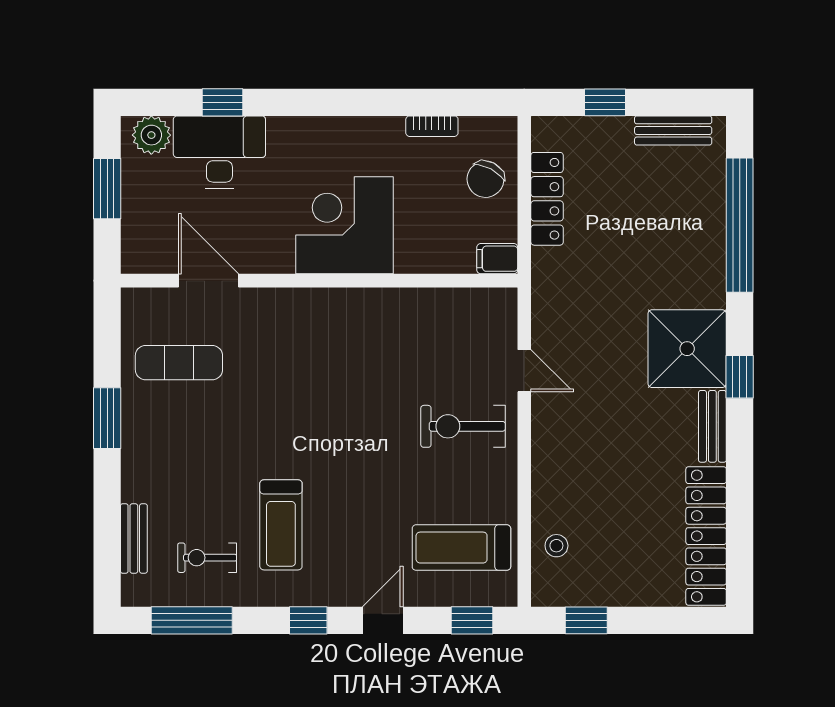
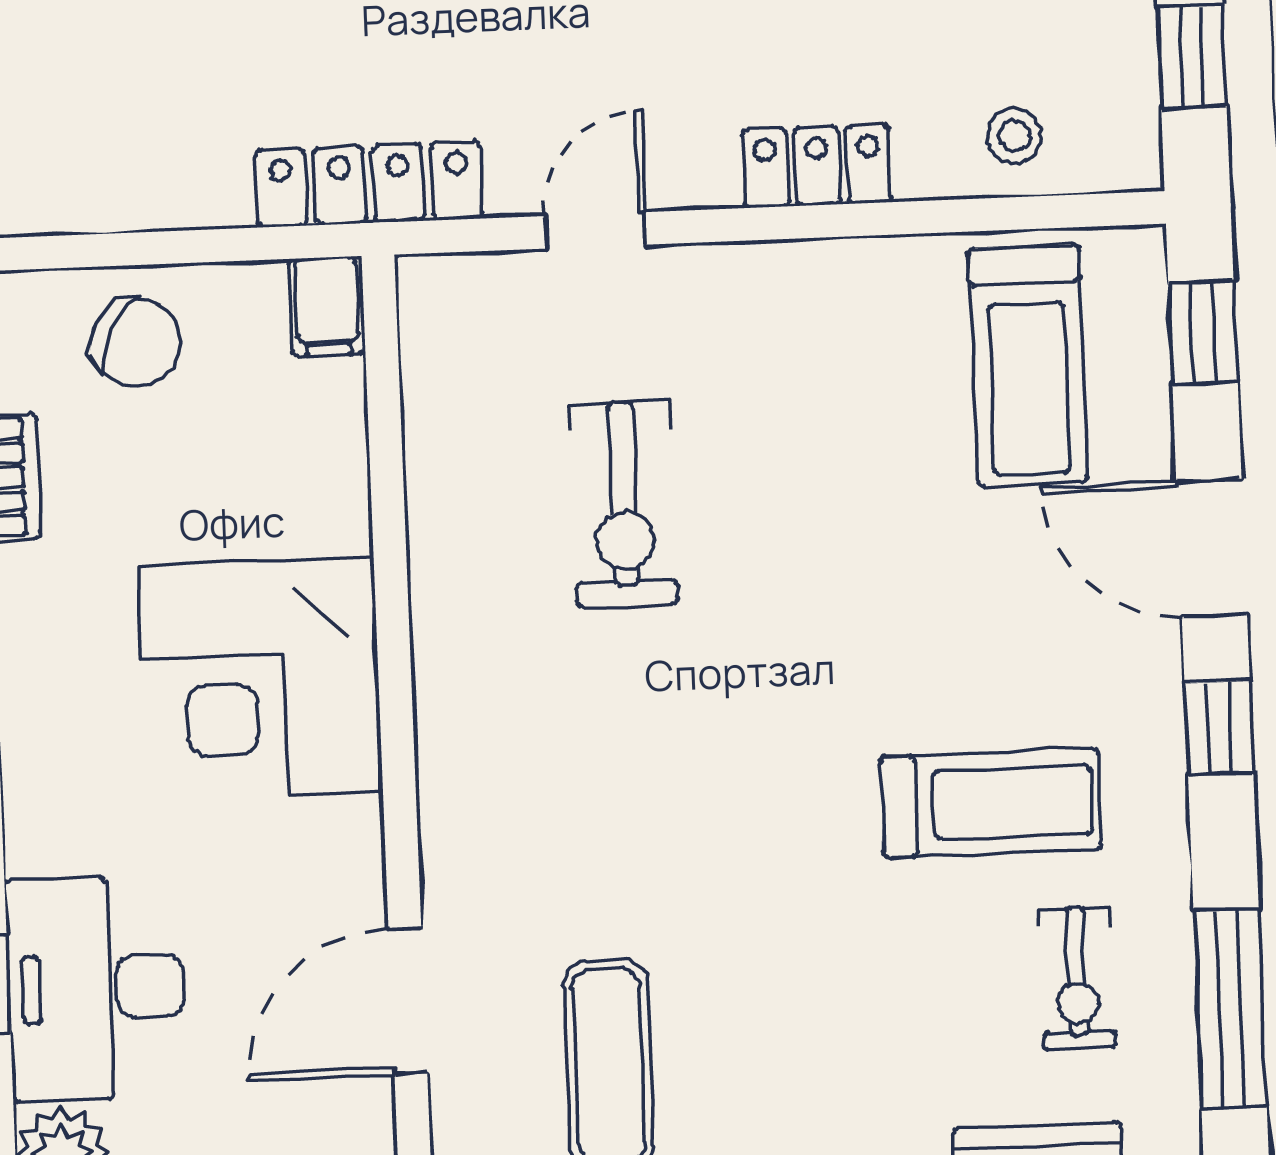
locker: (547, 199) -> (369, 184), moved
exercise bike: (463, 426) -> (624, 504), moved
locker: (547, 464) -> (817, 166), added
door: (383, 620) -> (1212, 548), width x1.37

